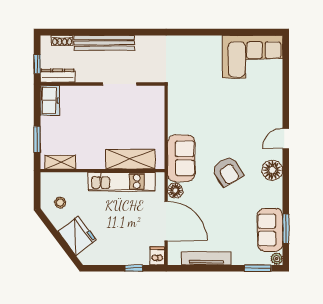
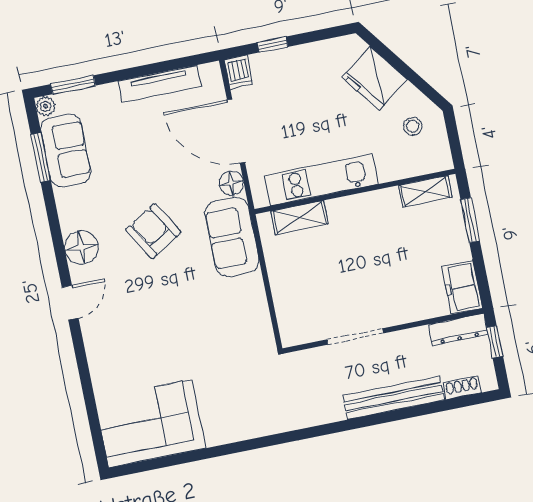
shelving: (130, 159) -> (300, 218), width x0.67, depth x0.75

